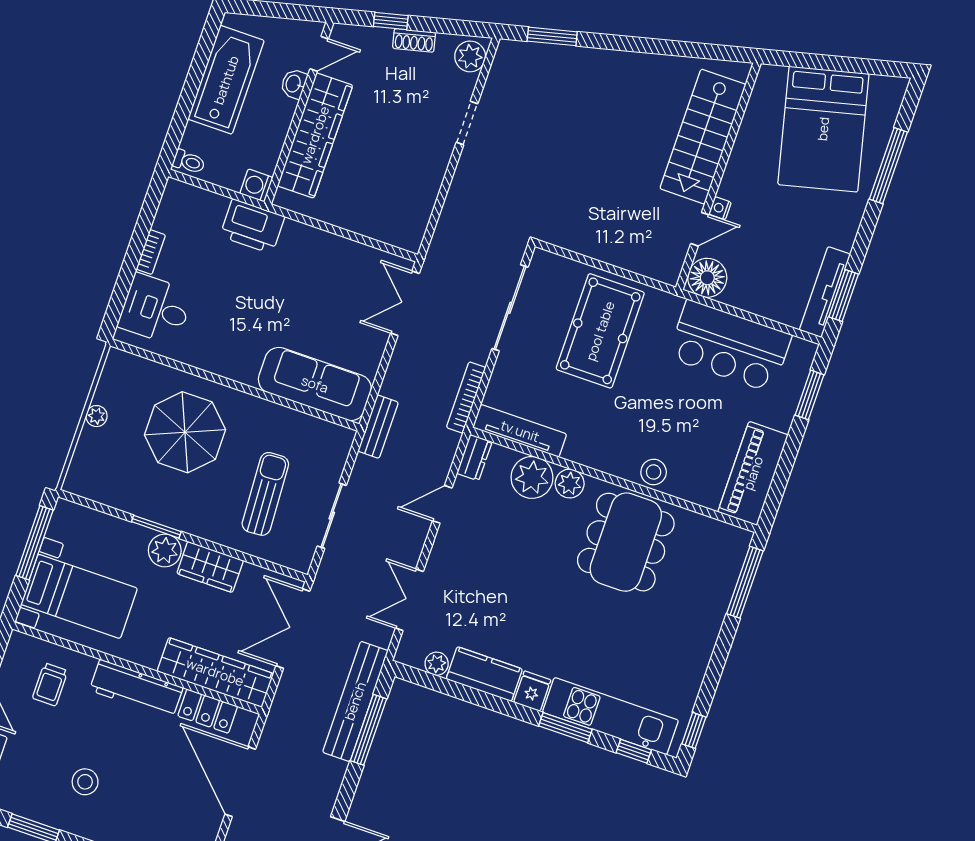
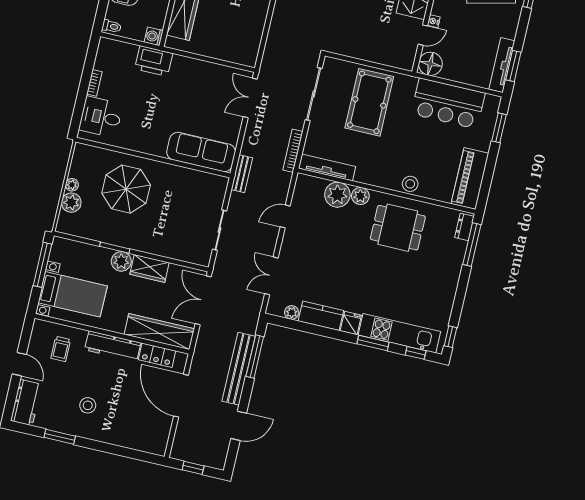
plant: (92, 445) -> (71, 203), added
dresser: (474, 458) -> (464, 227), moved, turned 180
sun lounger: (265, 494) -> (178, 221), removed
dining table: (626, 542) -> (398, 228), width x0.73
bench: (355, 701) -> (239, 369), moved

